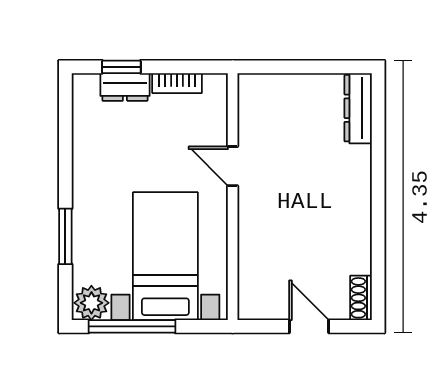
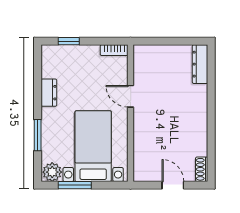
bookcase: (177, 83) -> (114, 50), moved
dresser: (125, 87) -> (49, 93), moved, turned -90
window: (132, 326) -> (75, 185), width x0.69

